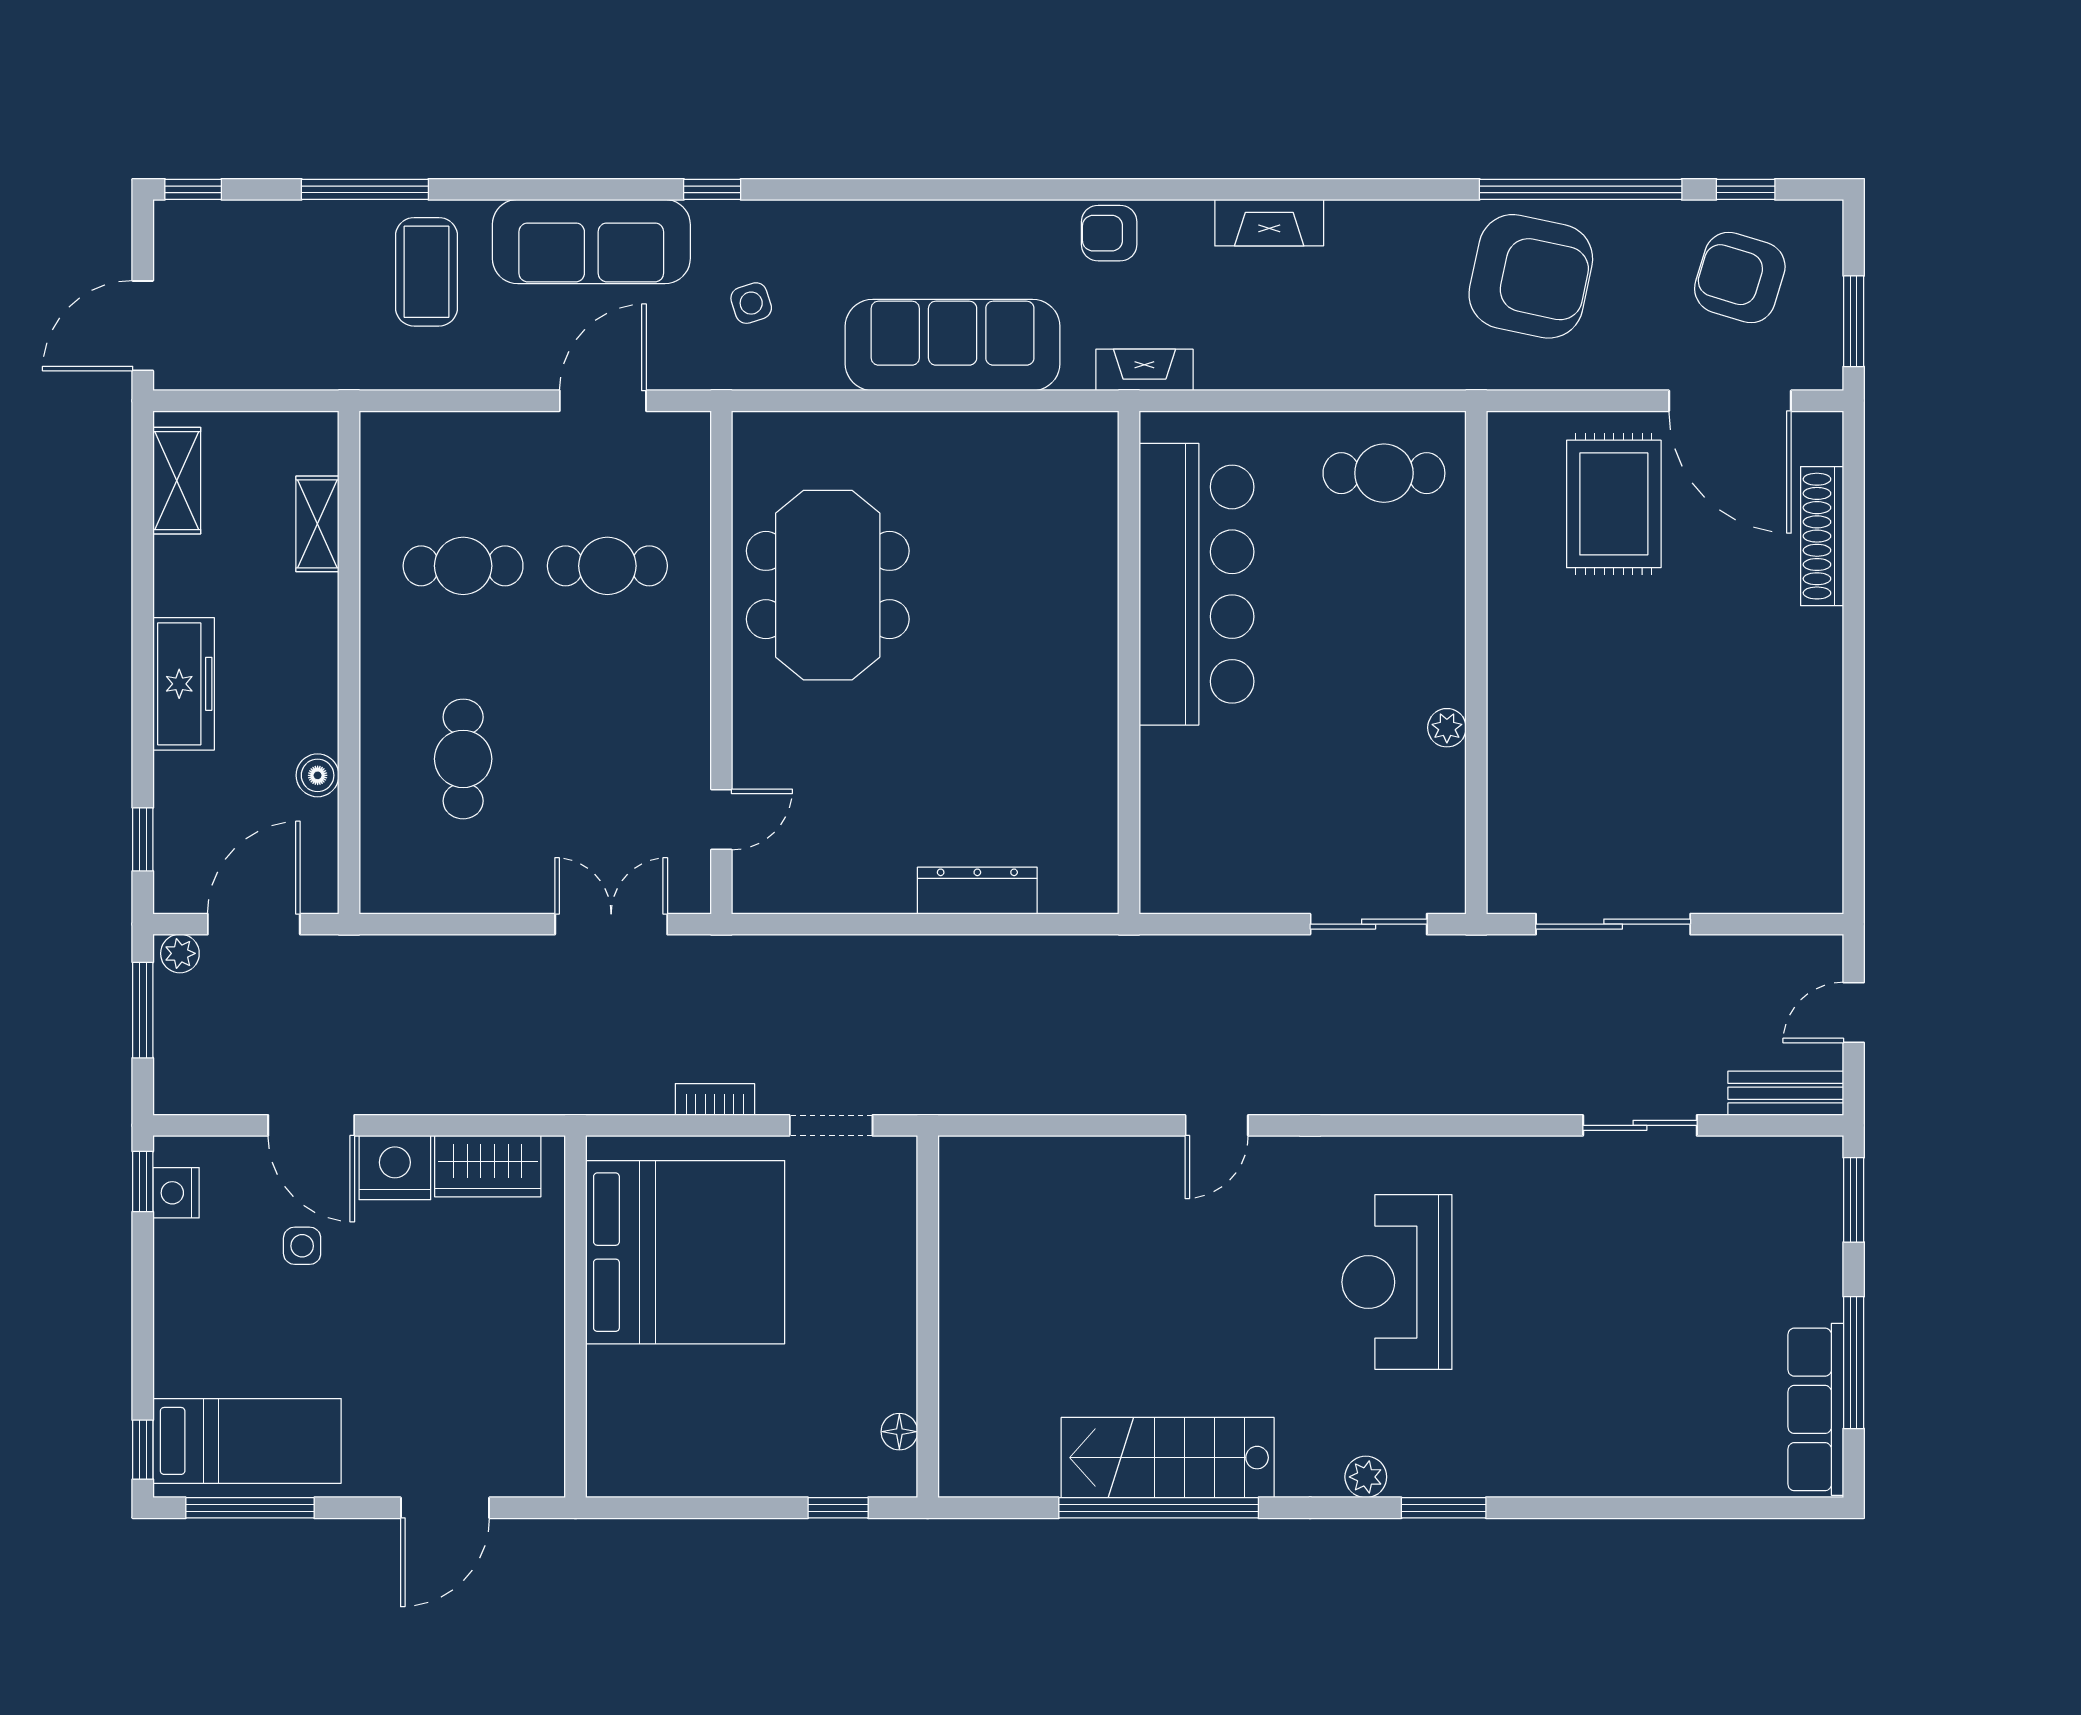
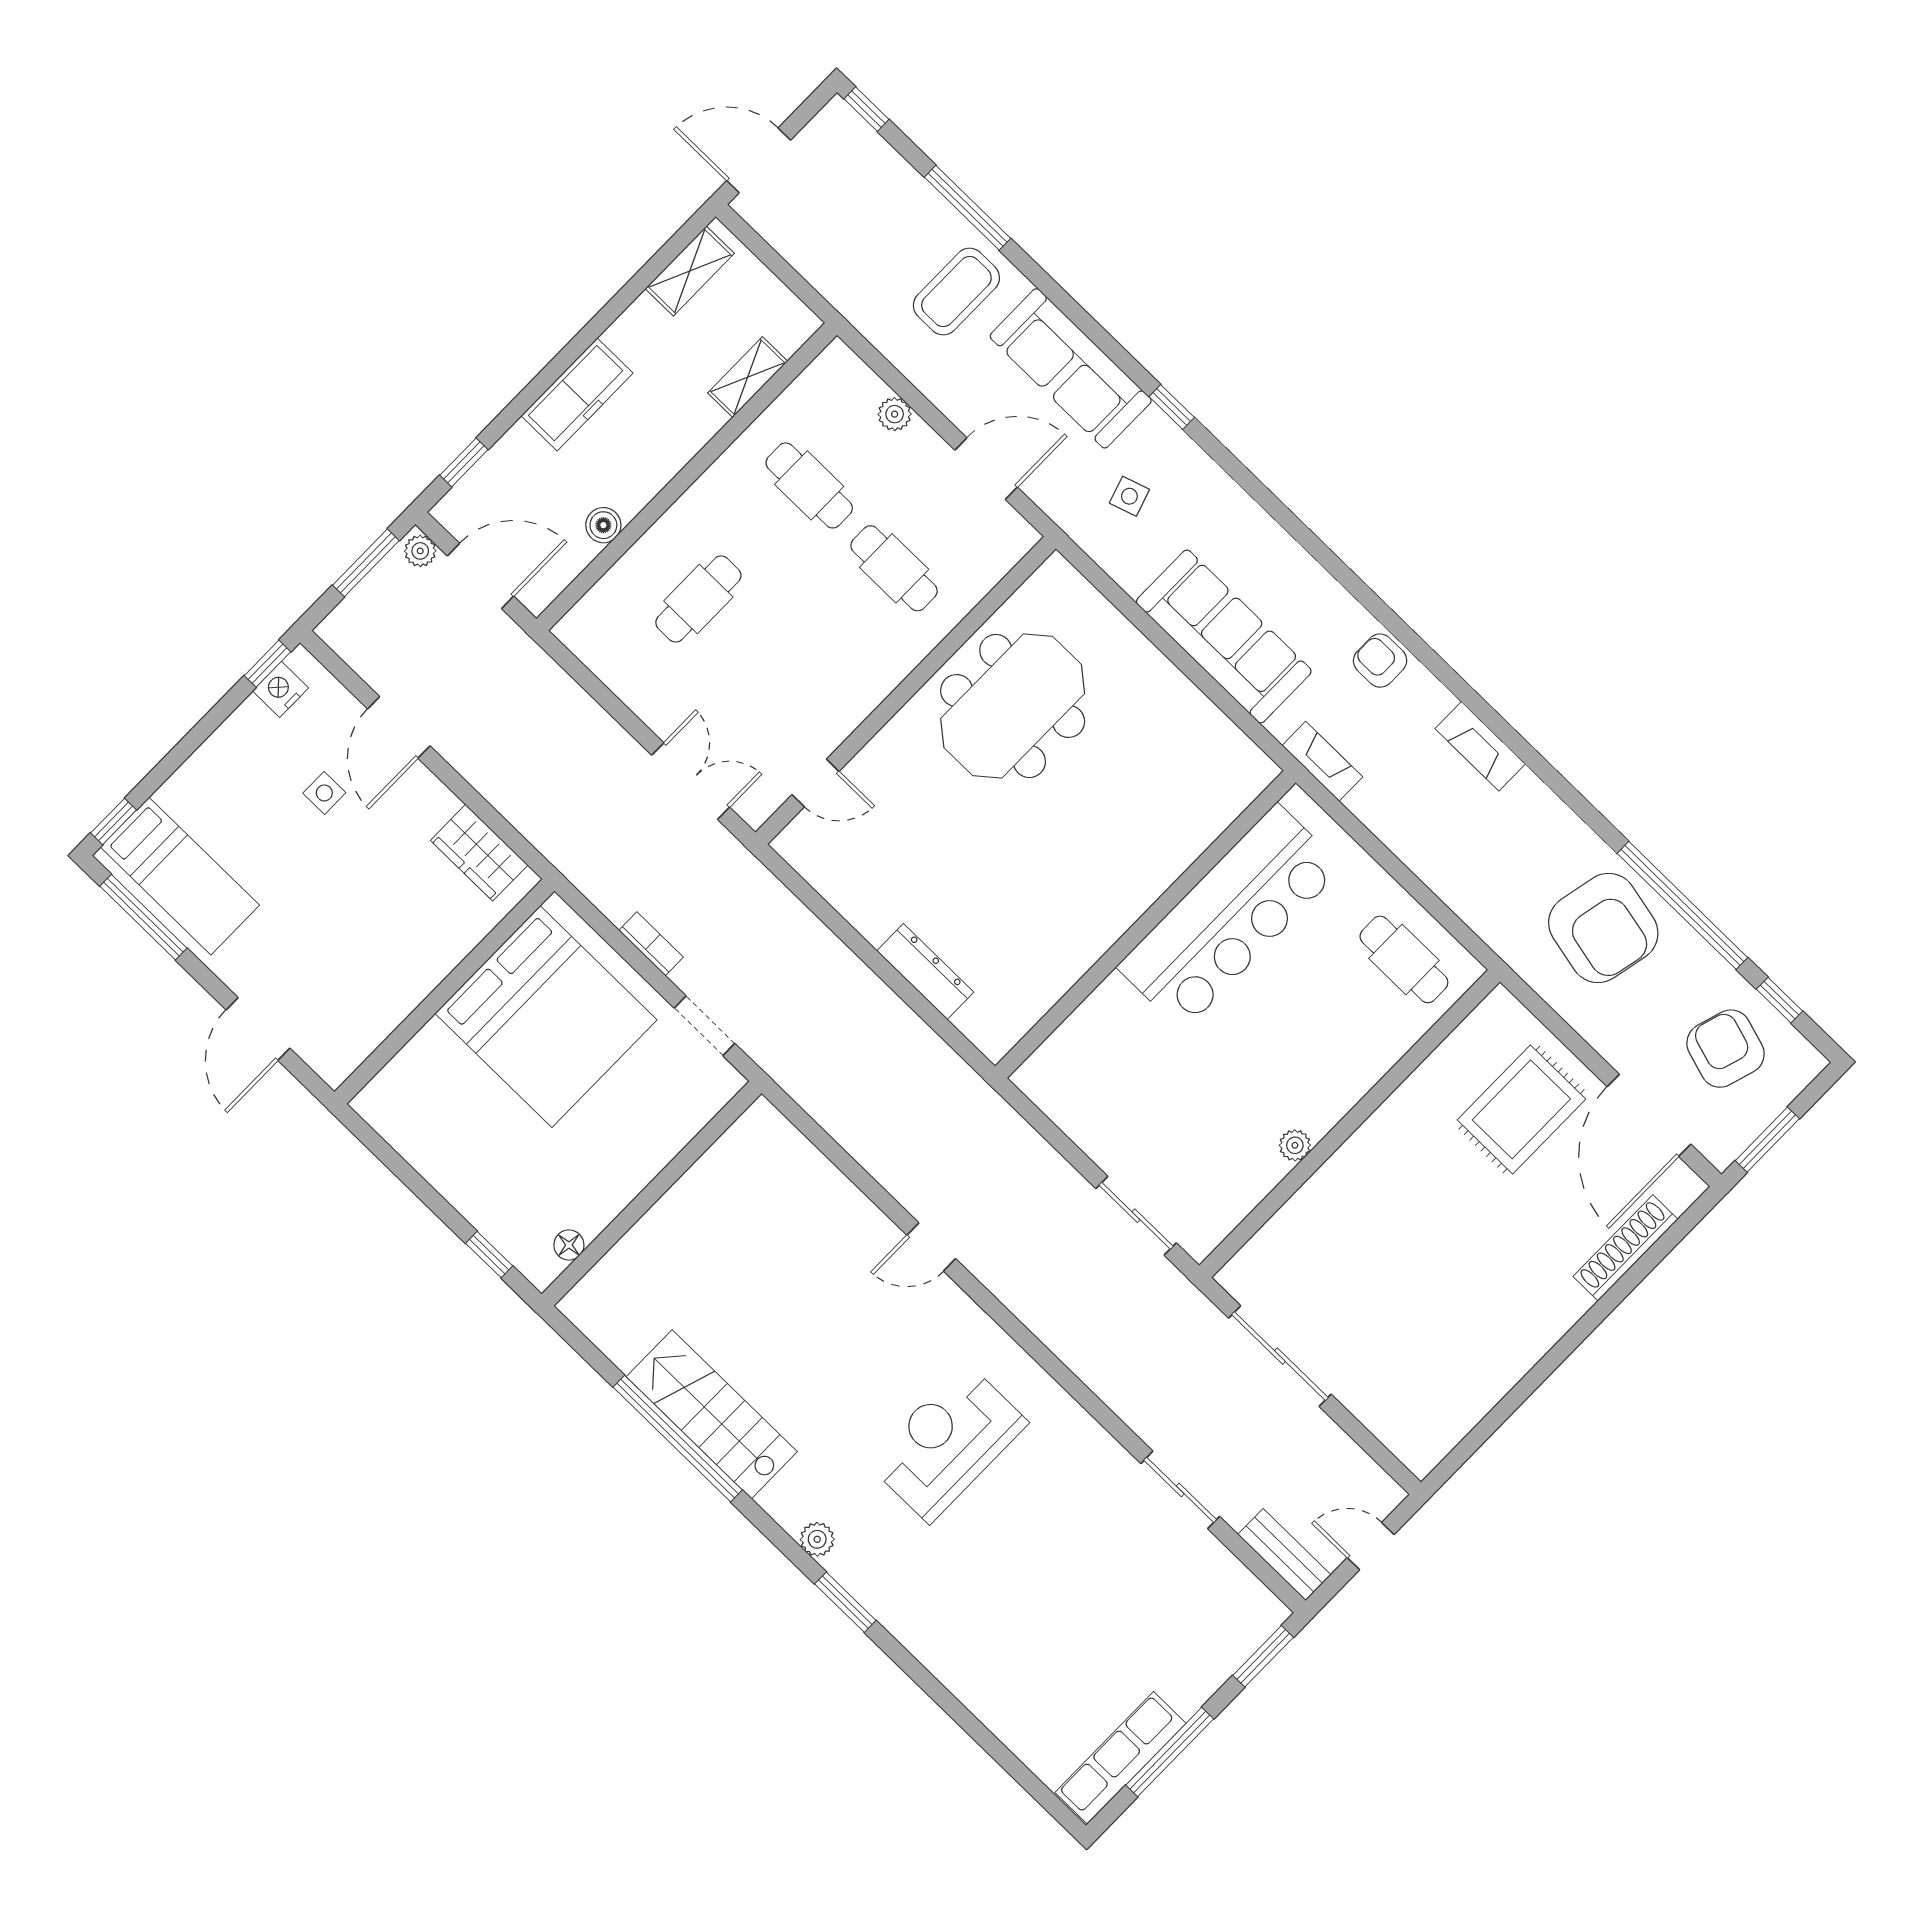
plant: (477, 431) -> (895, 414), added
nightstand: (395, 1168) -> (424, 800), removed
door: (445, 1508) -> (258, 1029), hinge flipped

